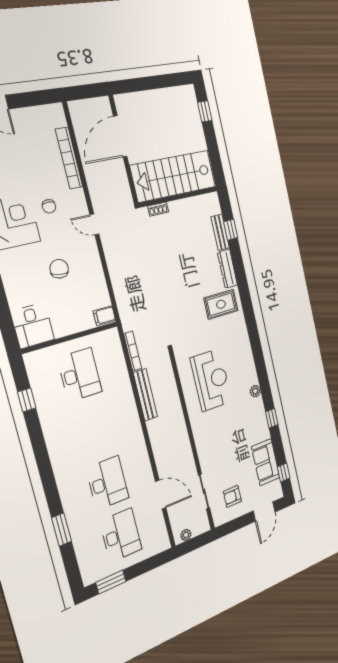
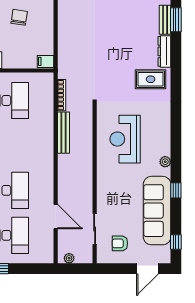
window: (231, 230) -> (176, 20), width x1.50
reception desk: (211, 380) -> (125, 139), turned 180
sofa: (266, 462) -> (157, 211), width x1.85, depth x1.27

